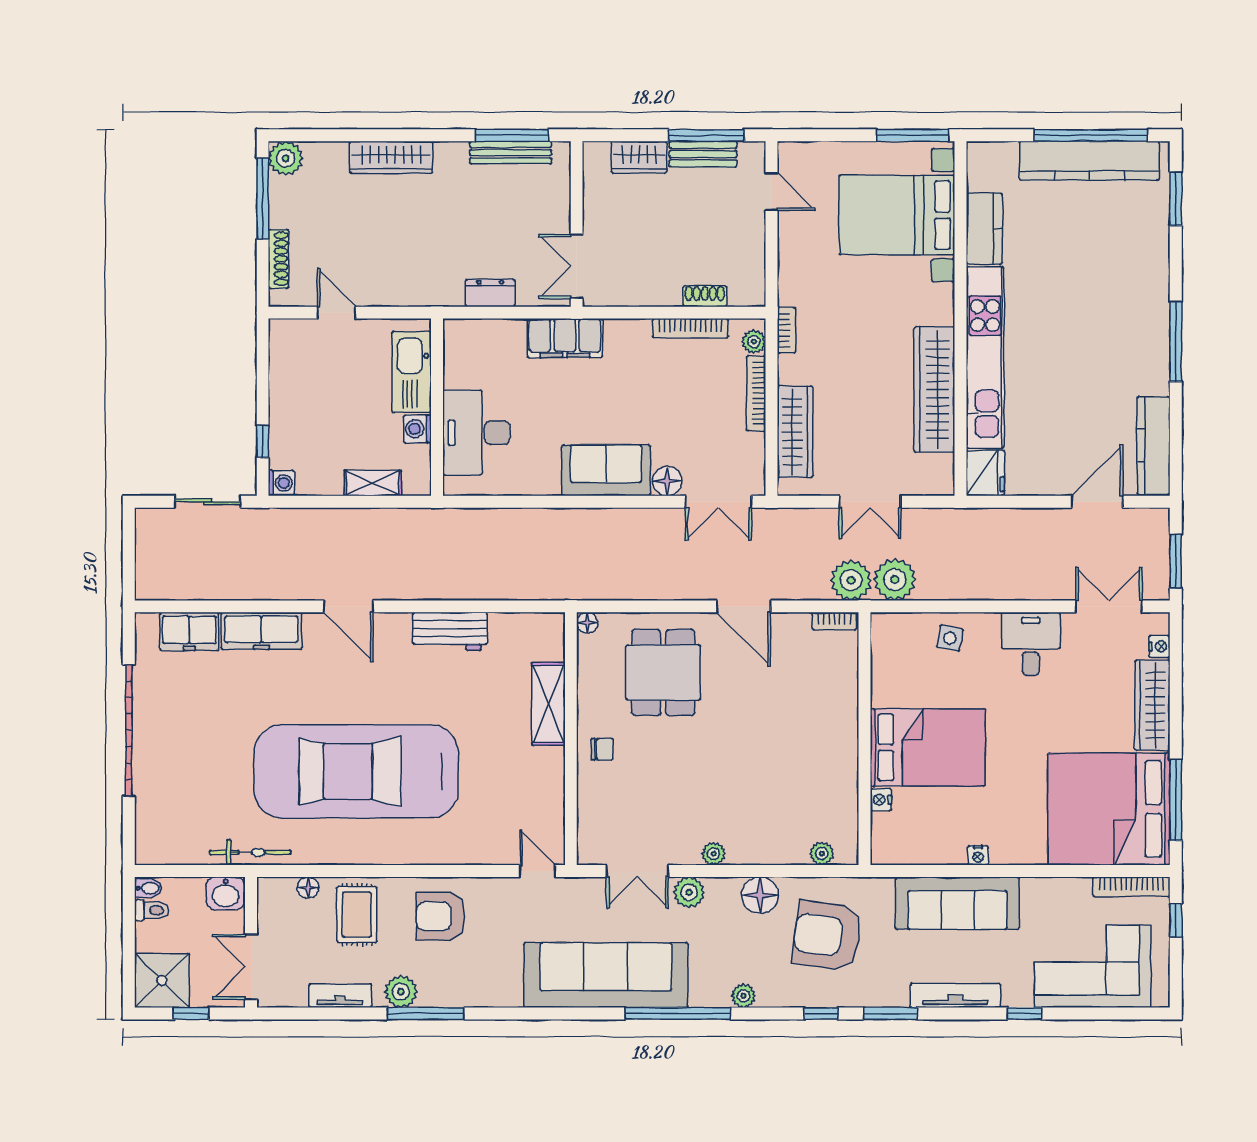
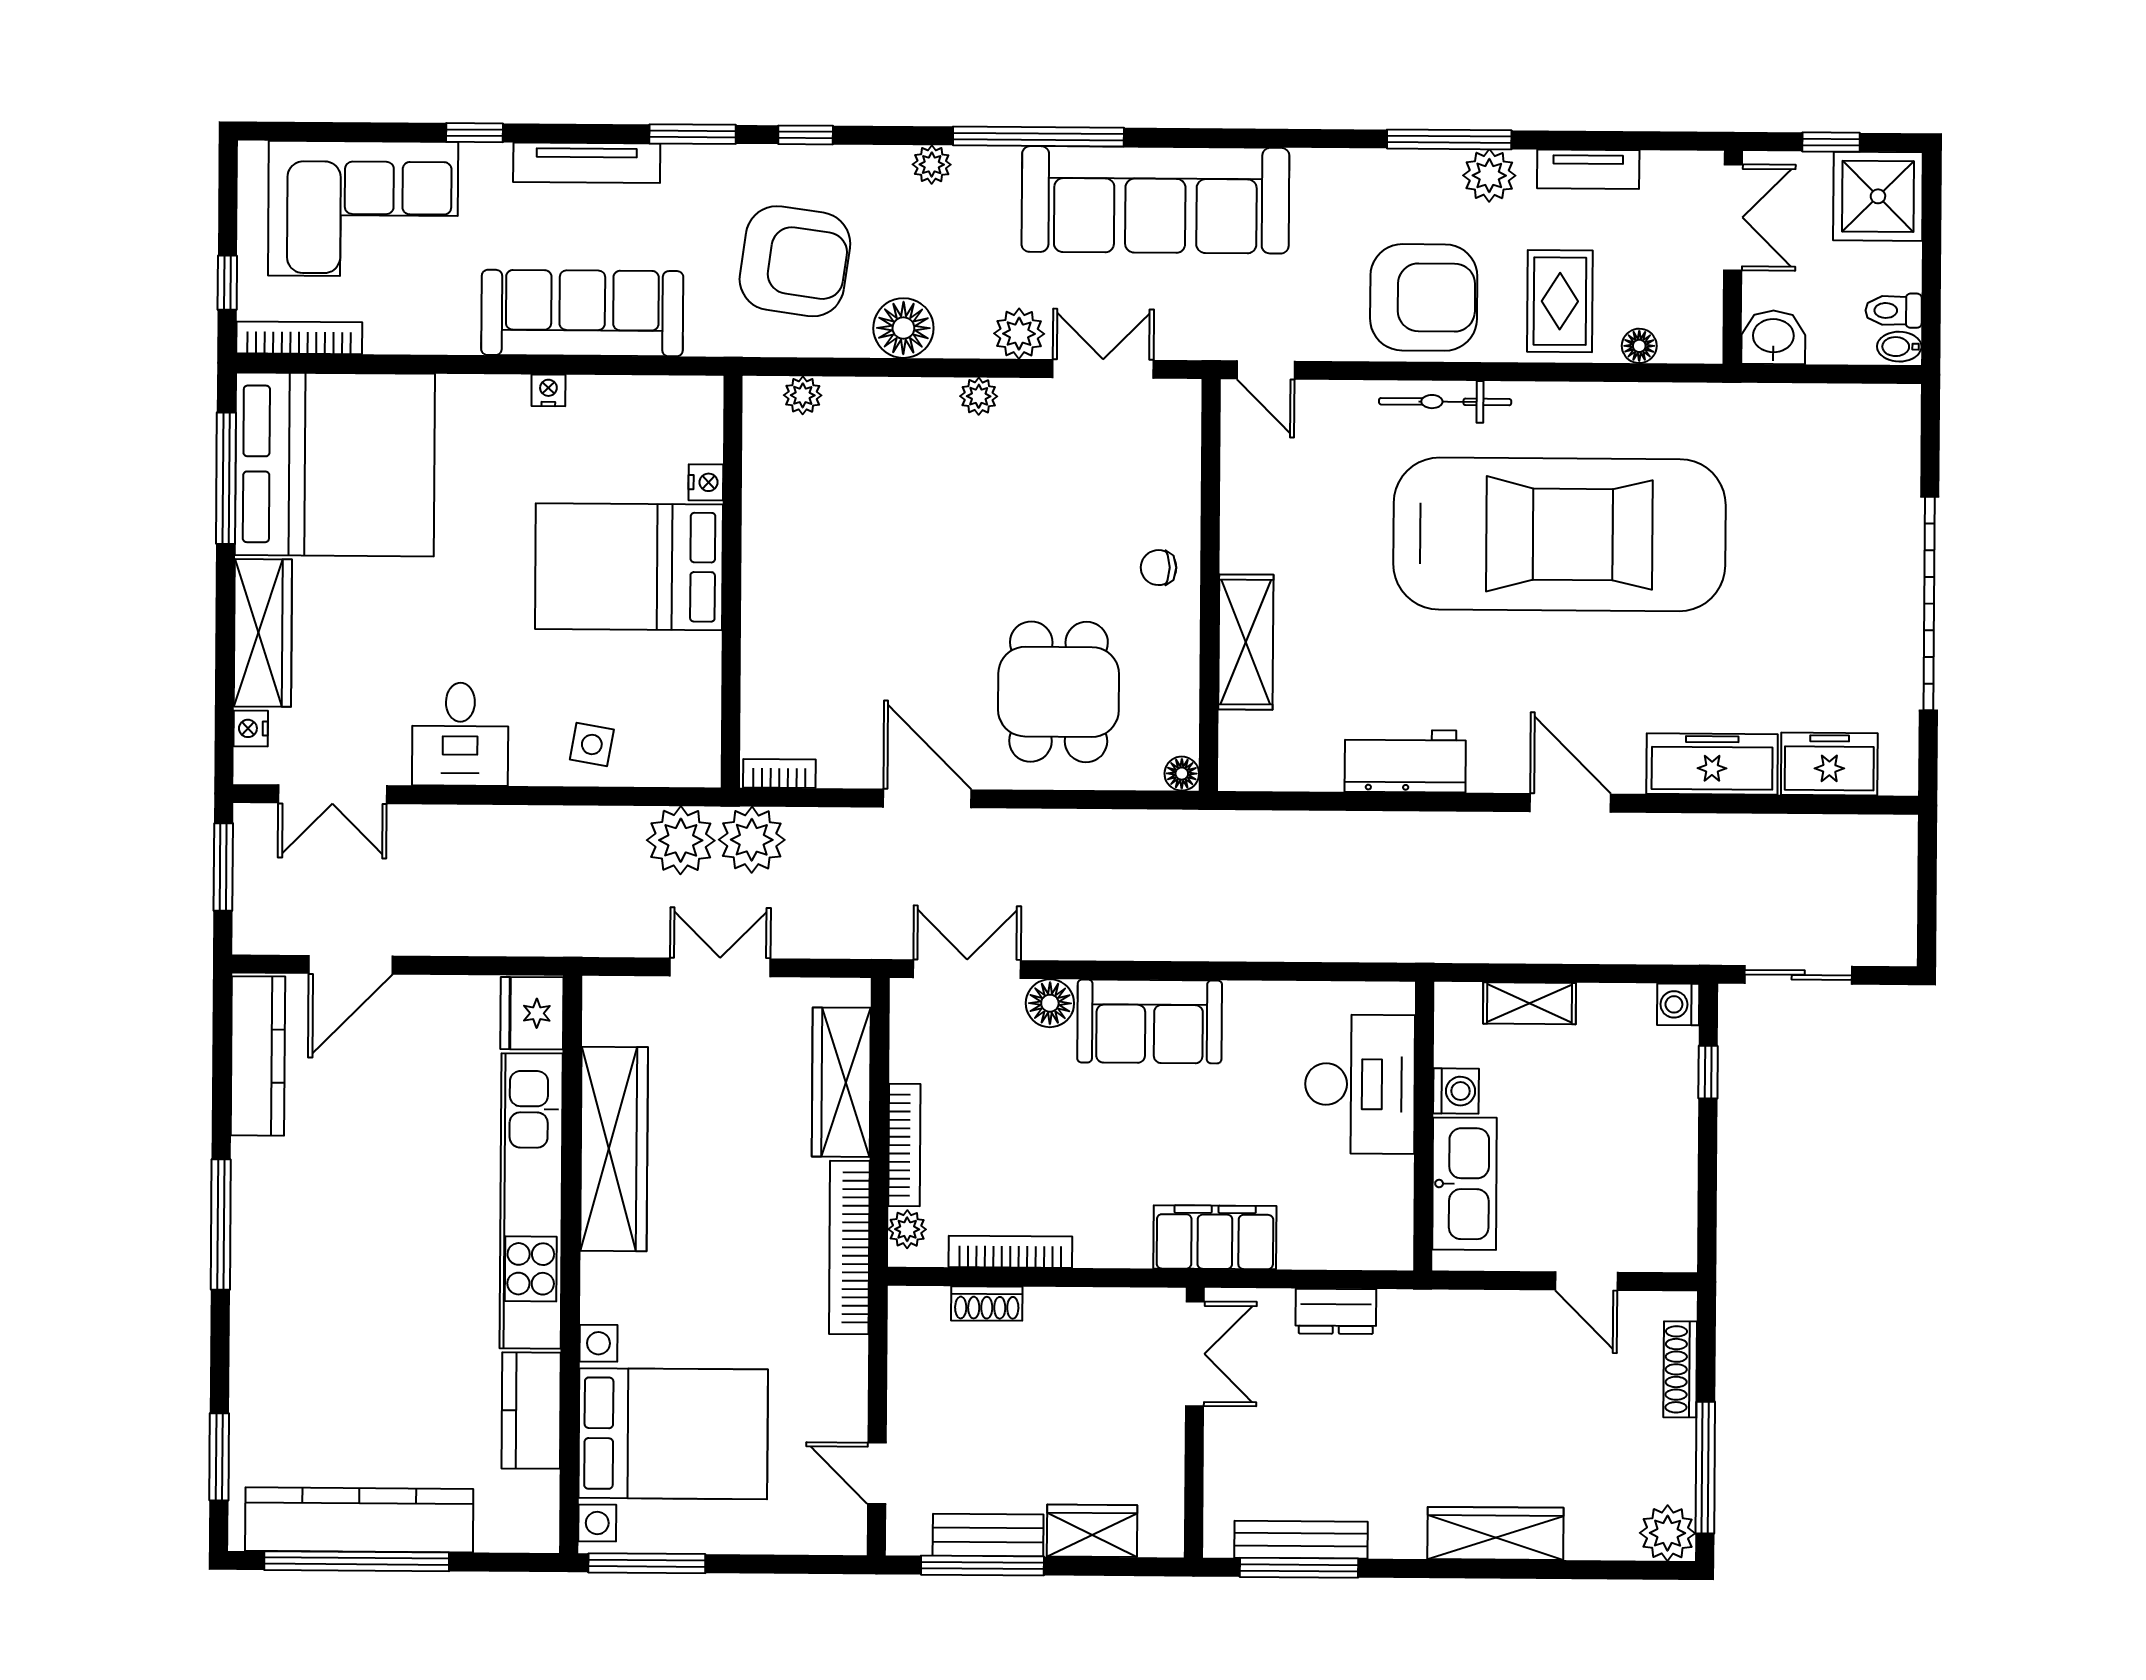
bookcase: (787, 330) -> (849, 1248), width x2.31, depth x1.31
bicycle: (250, 852) -> (1445, 402), moved
armchair: (441, 916) -> (1424, 297), width x1.36, depth x1.36

